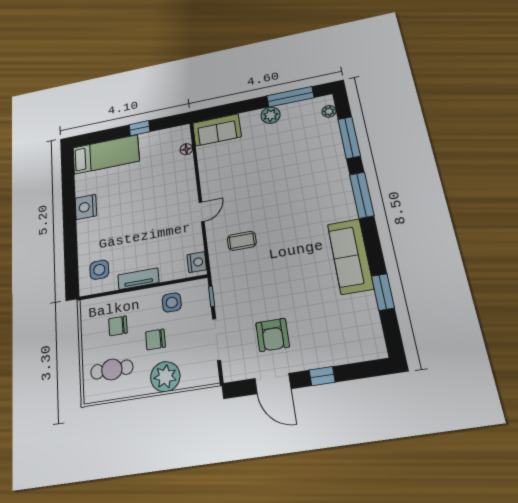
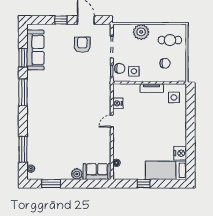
window: (290, 97) -> (51, 184), width x0.69
plant: (271, 115) -> (77, 174), moved
window: (362, 195) -> (23, 92), moved
nightstand: (86, 207) -> (180, 153), moved
coffee table: (242, 241) -> (91, 99), removed
sofa: (350, 256) -> (35, 50), moved
nightstand: (197, 262) -> (118, 103), moved
chair: (155, 339) -> (120, 68), moved

